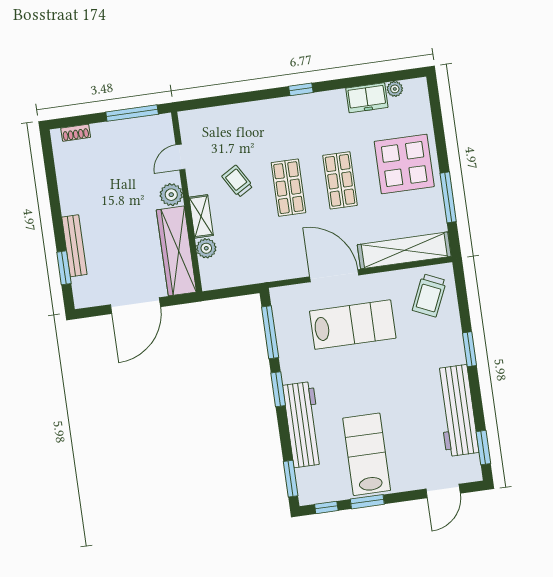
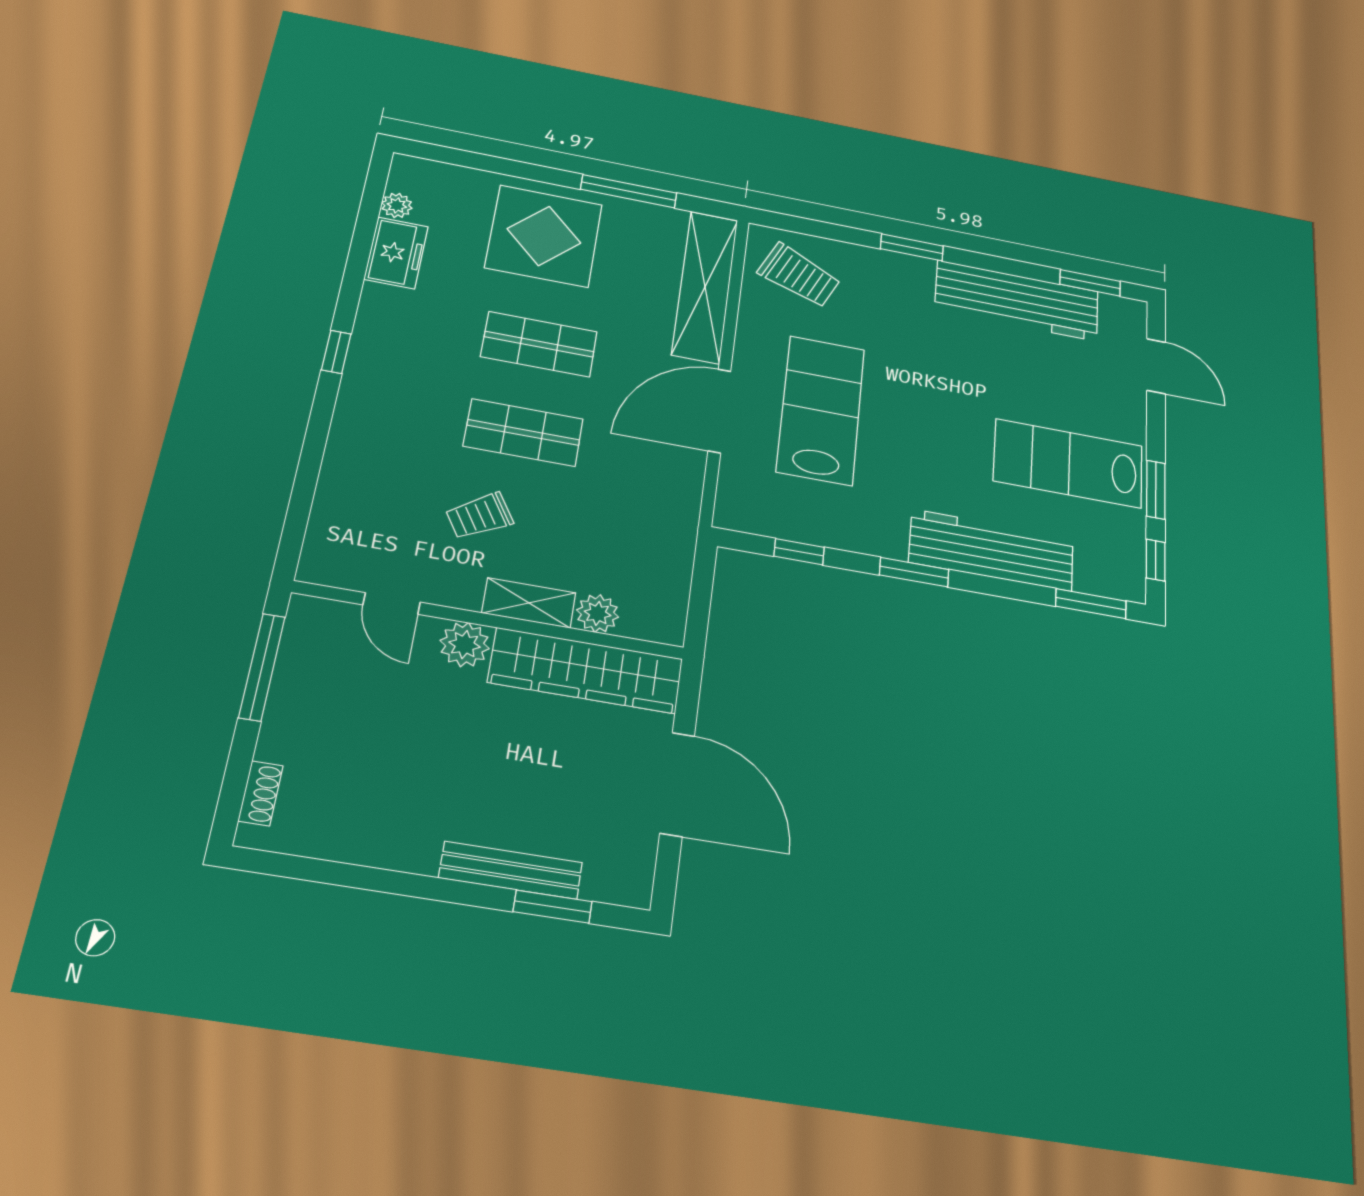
window: (270, 332) -> (799, 552), width x0.46

